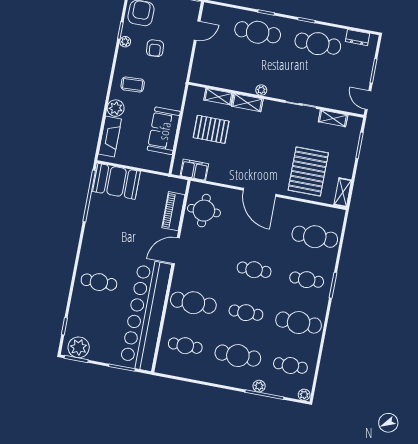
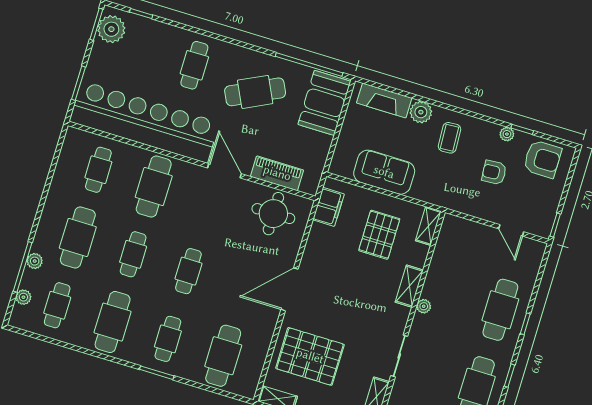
shelving: (218, 97) -> (428, 226), moved
cafe table: (114, 234) -> (255, 92), added
plant: (304, 395) -> (23, 297), moved

